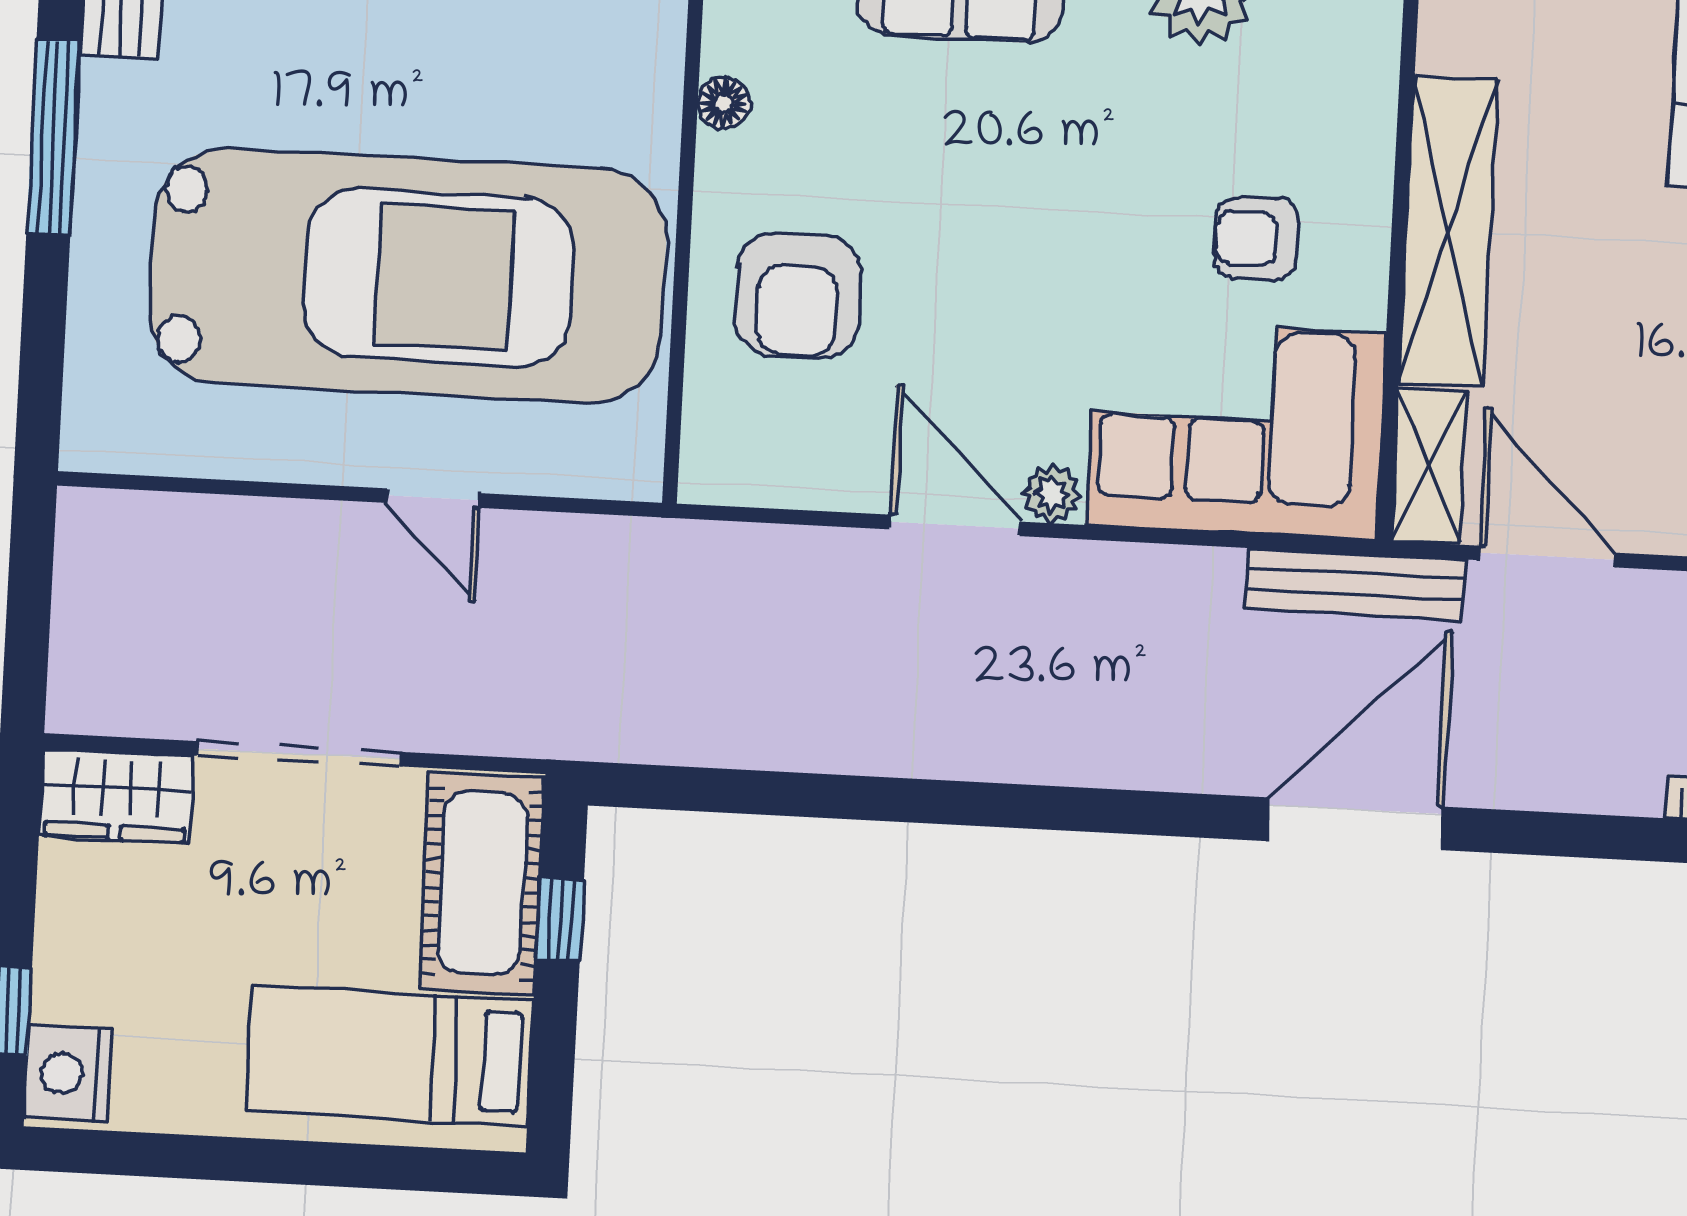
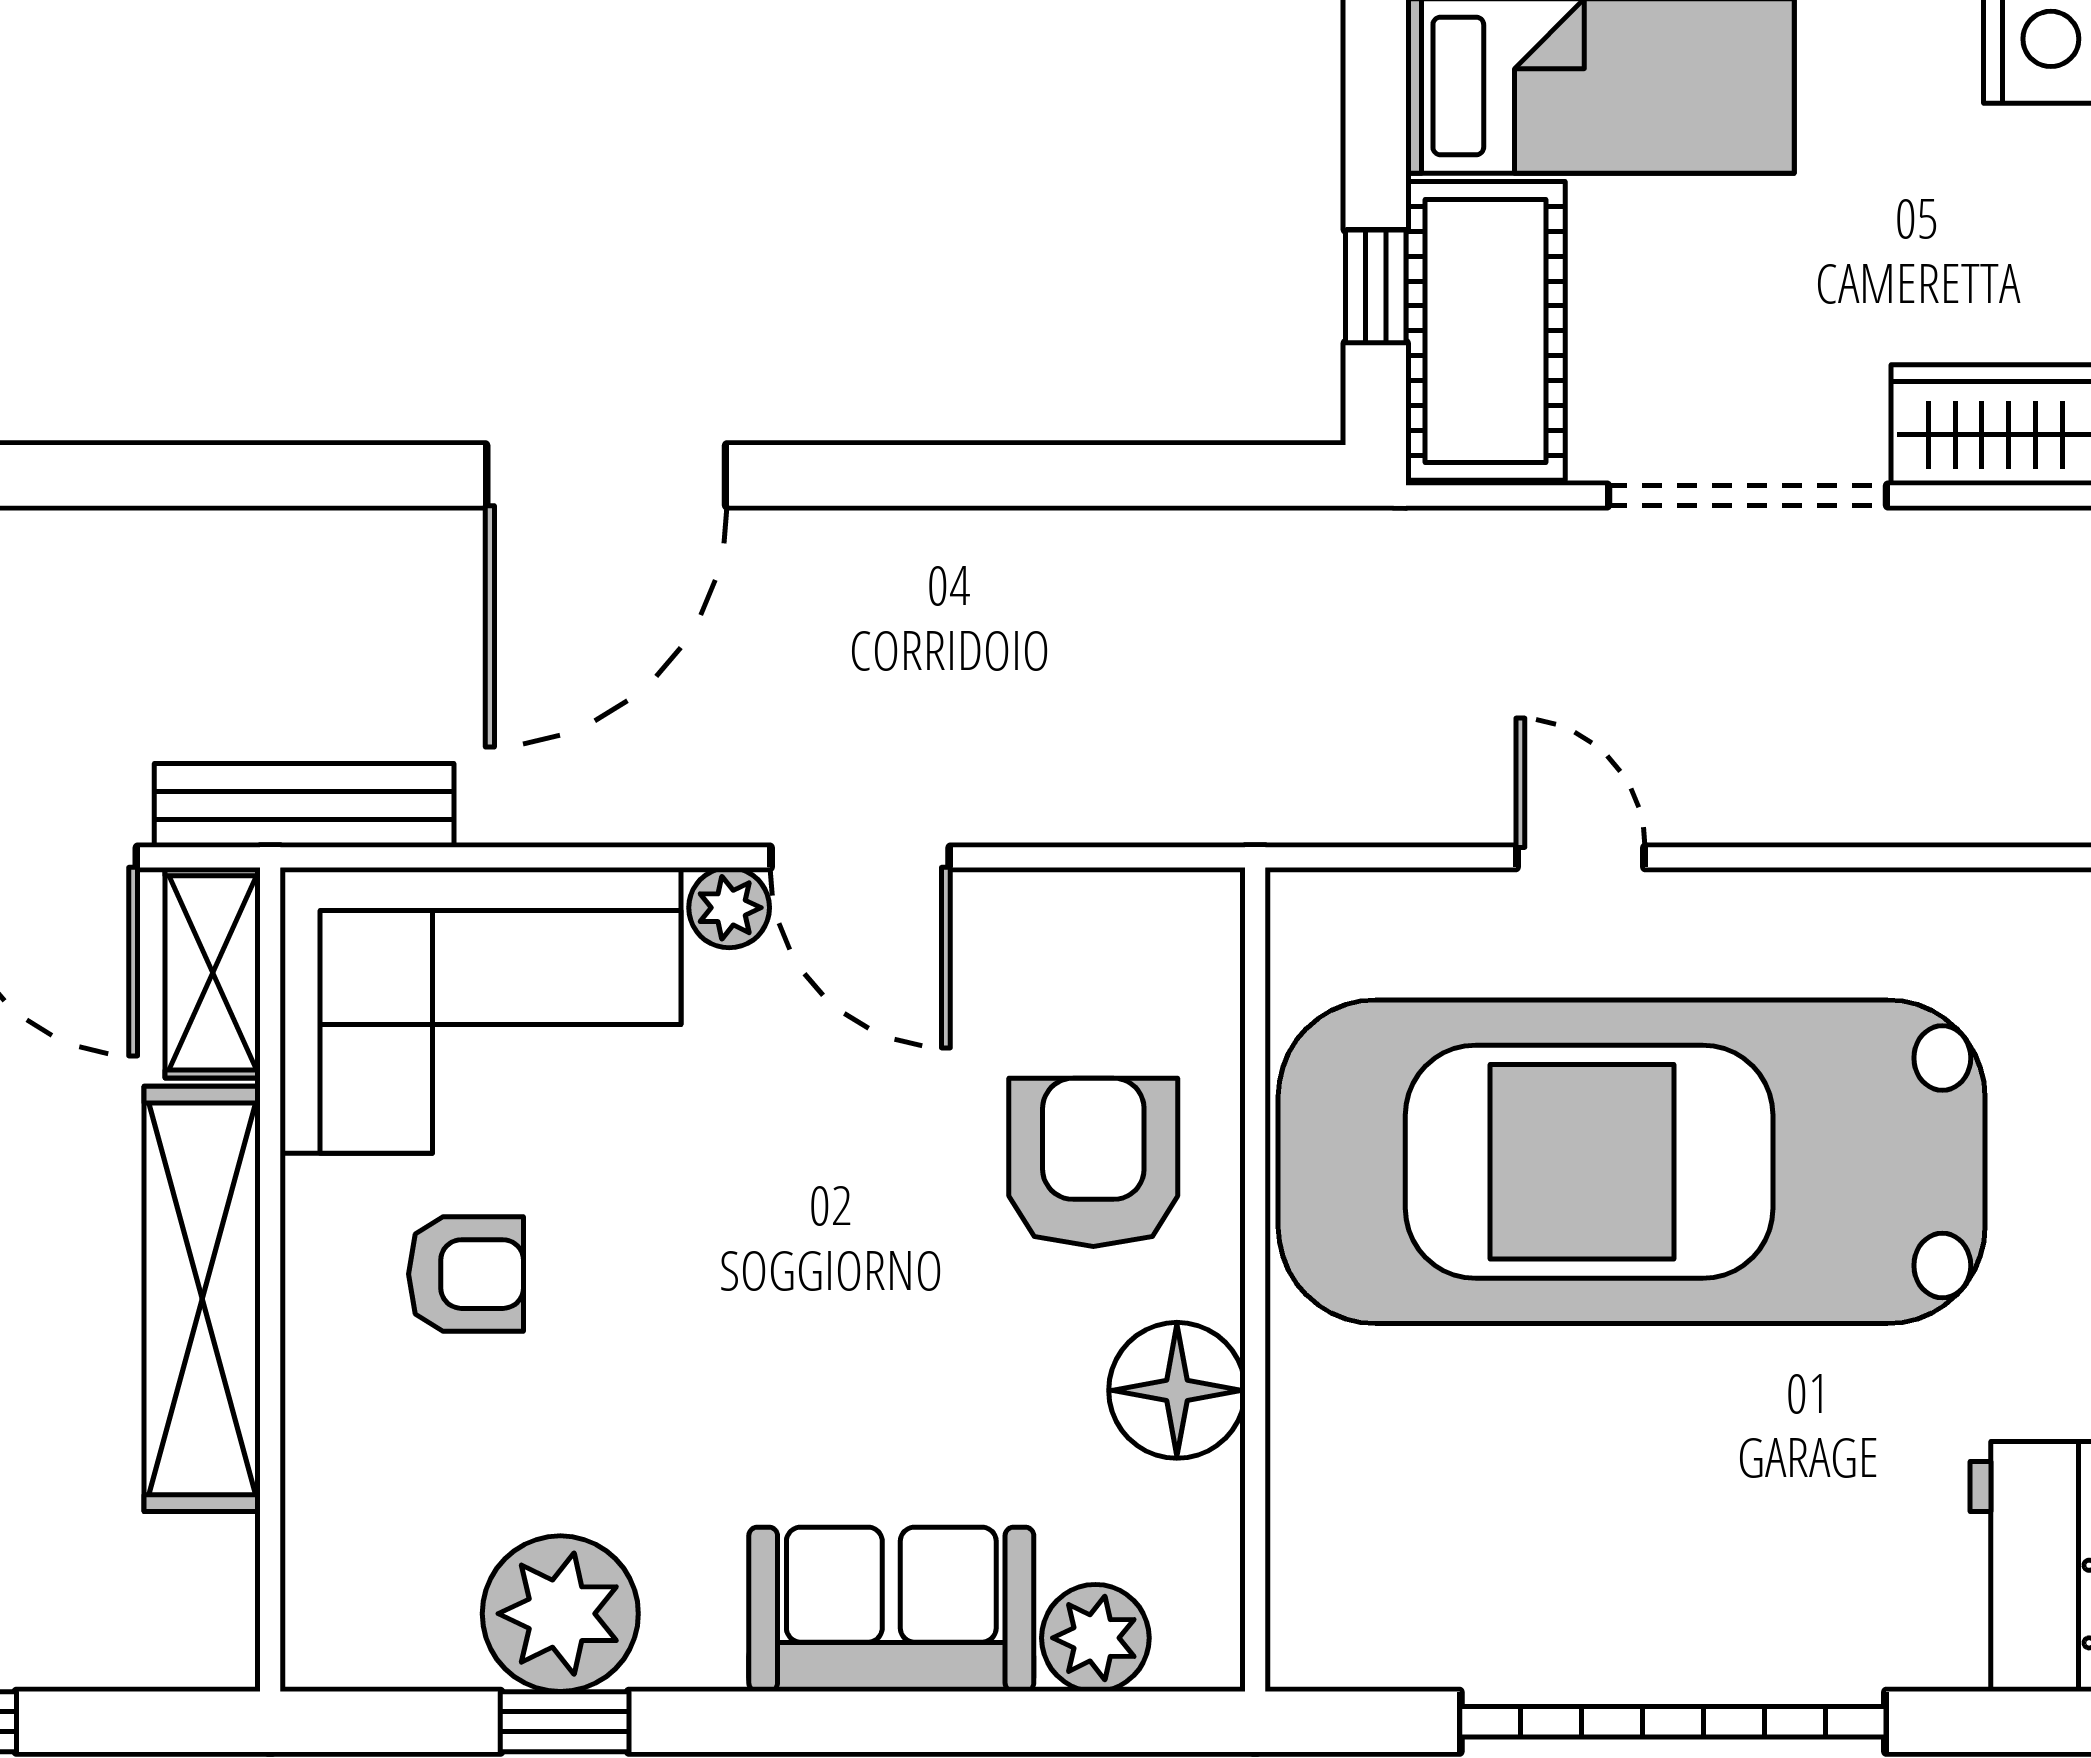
floor lamp: (724, 103) -> (1177, 1390), width x1.89, depth x1.89
door: (1355, 824) -> (606, 475), moved

